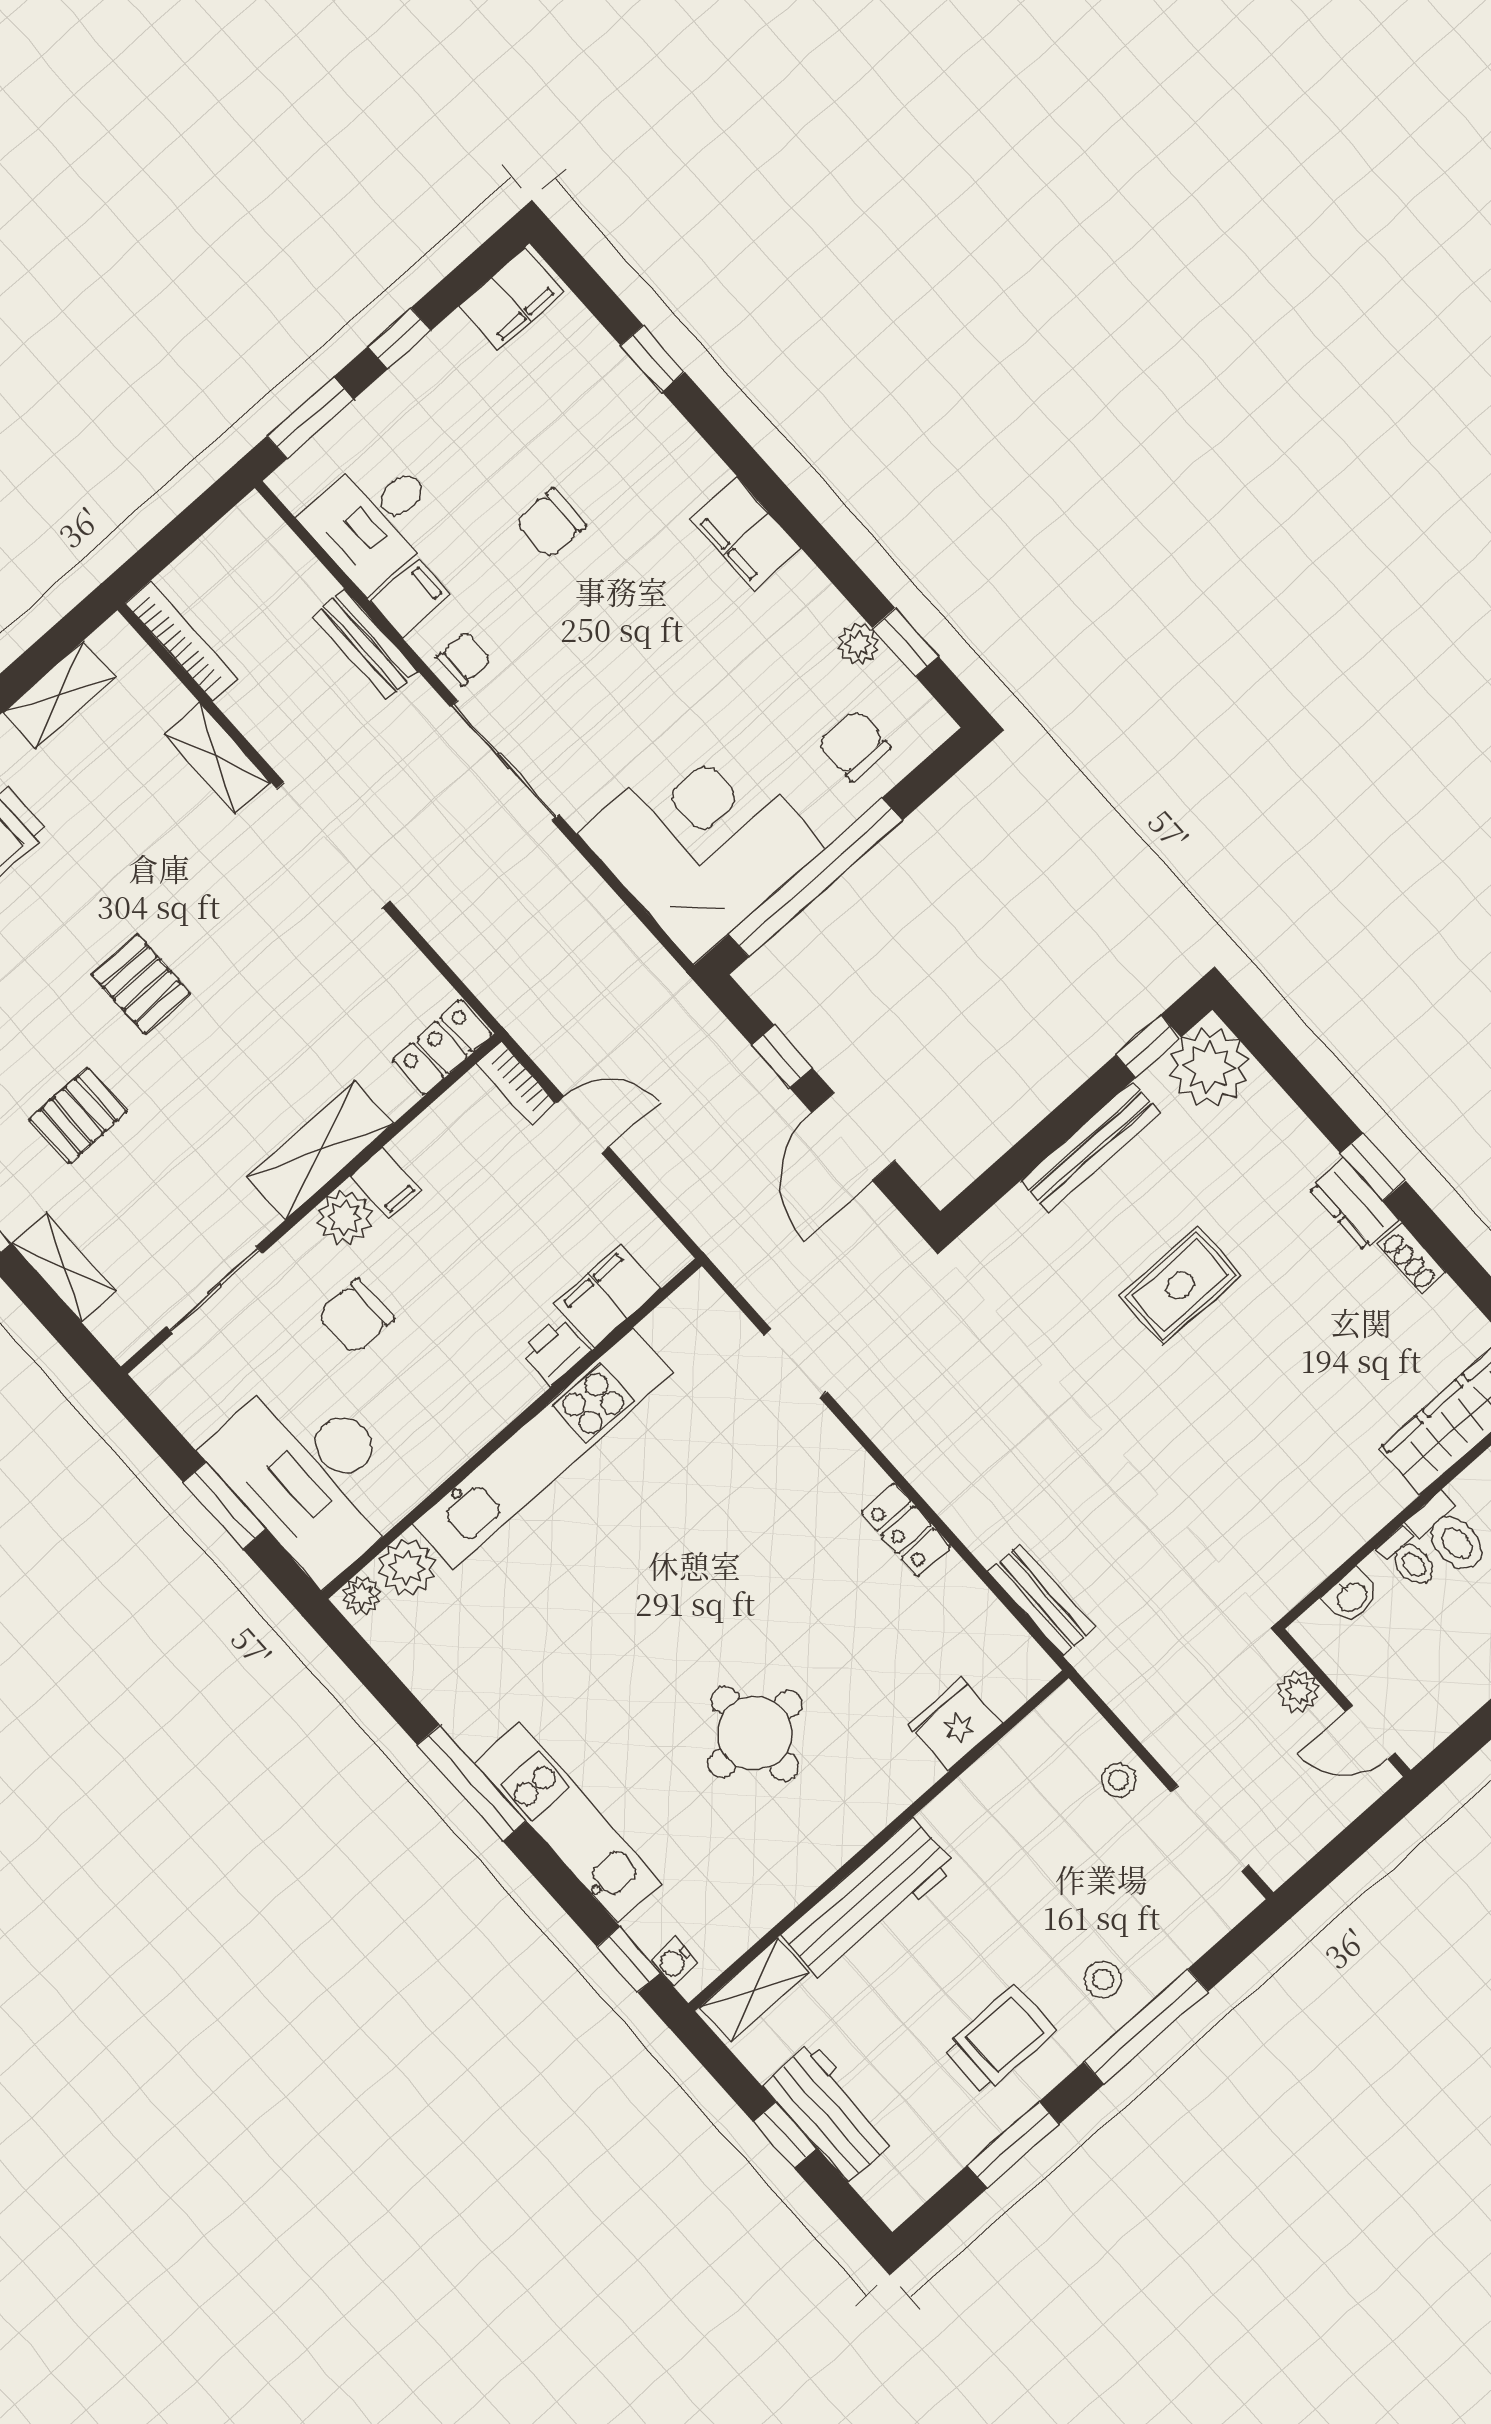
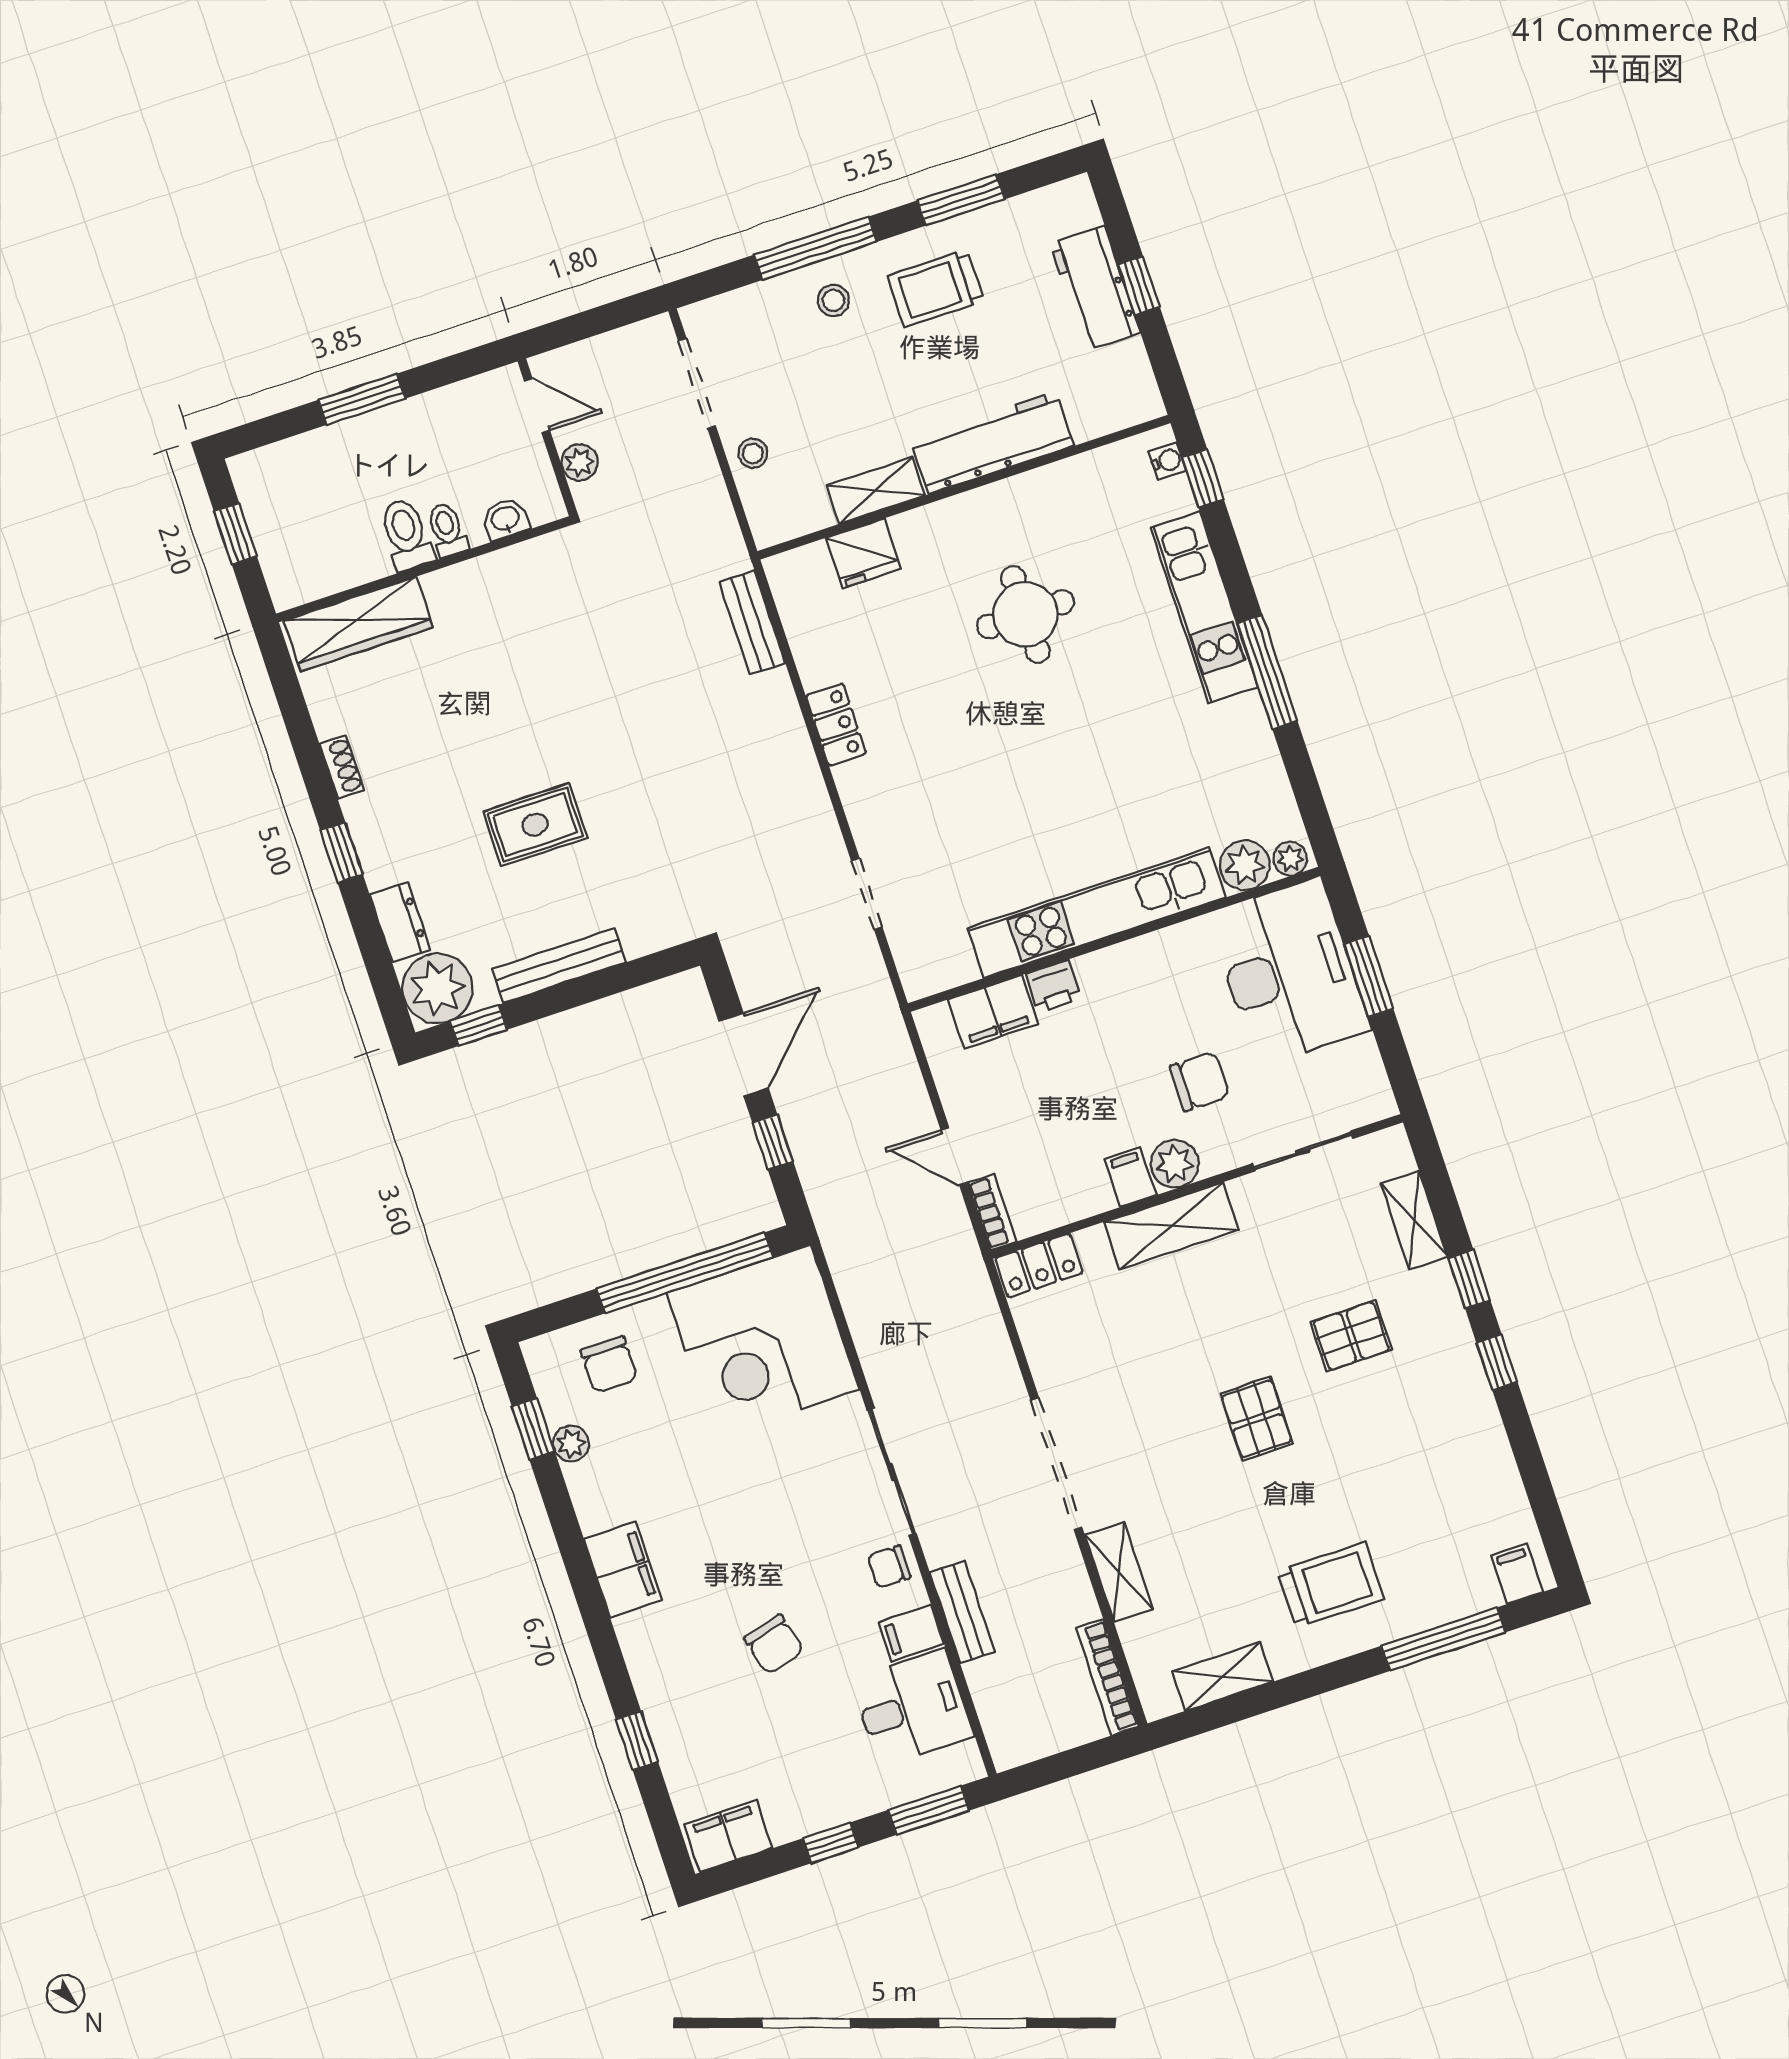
chair: (551, 523) -> (774, 1644), turned 75
dresser: (1354, 1204) -> (400, 922), moved
shelving: (754, 1990) -> (876, 490), moved

